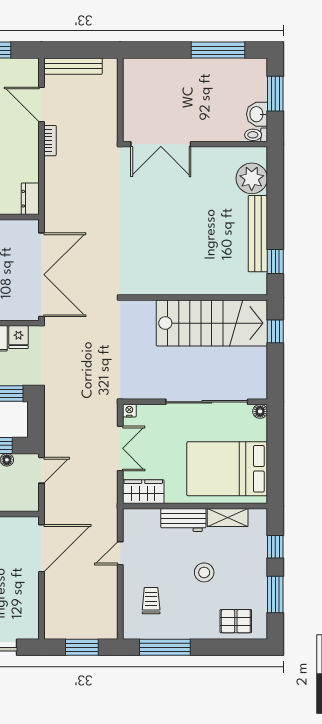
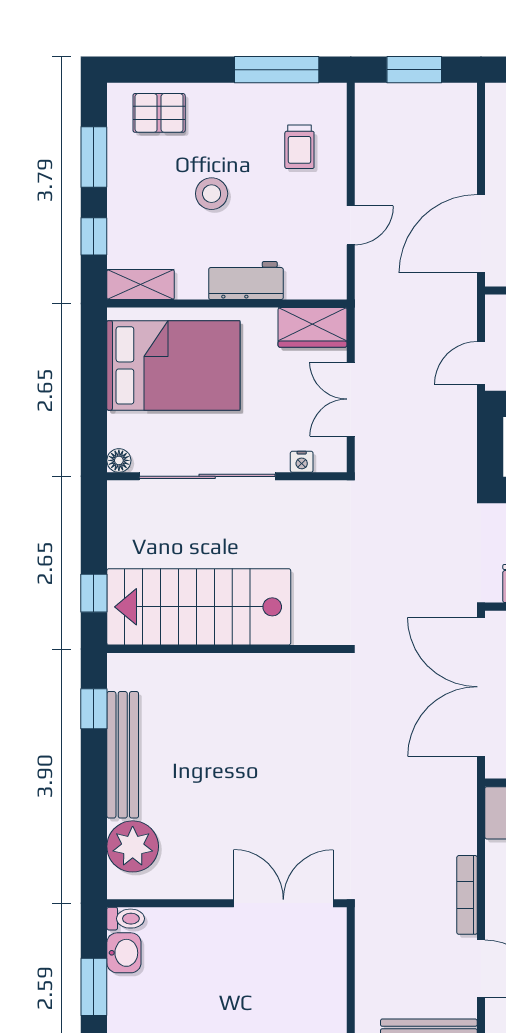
bookcase: (50, 141) -> (467, 895), width x1.56
nightstand: (129, 411) -> (302, 462), moved
shelving: (228, 518) -> (141, 285), moved

